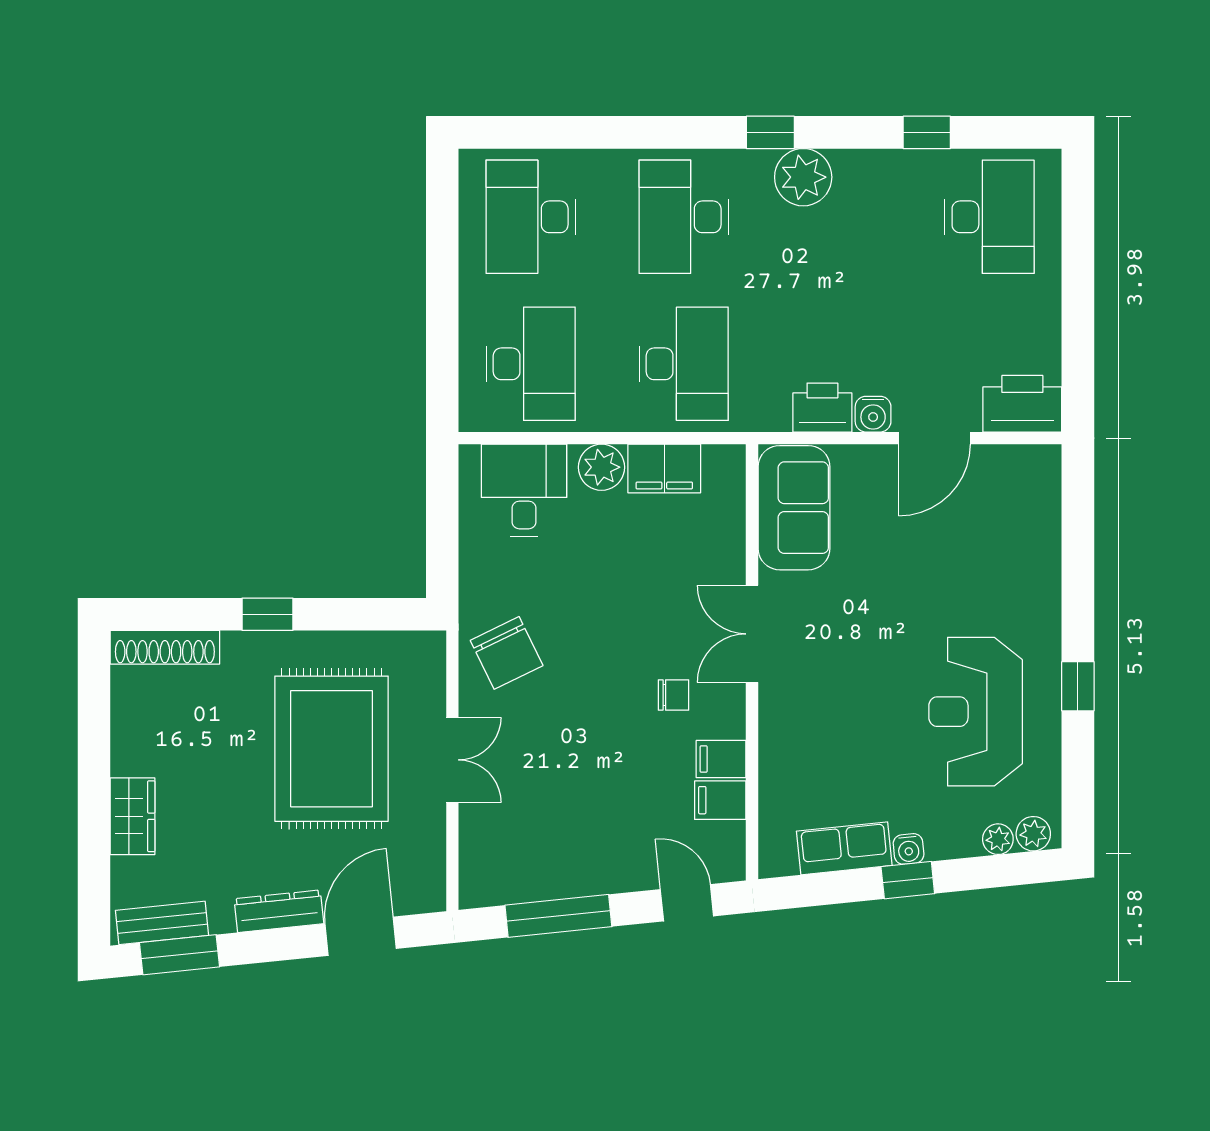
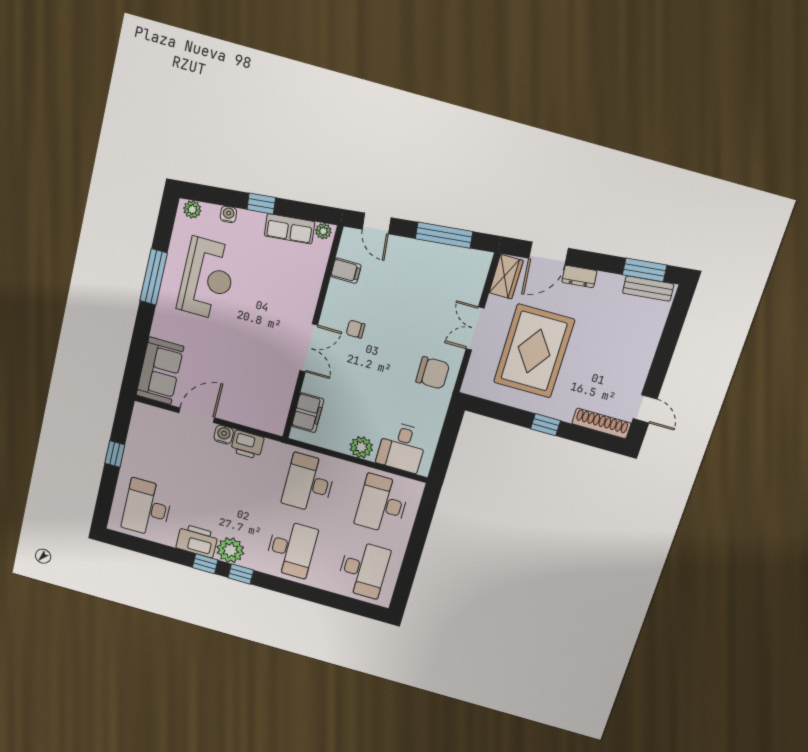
window: (927, 132) -> (205, 564), moved
window: (1078, 311) -> (115, 454), added
printer: (1022, 404) -> (197, 541), moved, turned 180
filing cabinet: (664, 468) -> (308, 413), moved, turned 90
sofa: (794, 508) -> (160, 371), moved, turned 180
chair: (507, 653) -> (433, 373), turned 116
window: (1078, 686) -> (154, 277), width x2.17
door: (94, 699) -> (645, 409), added
filing cabinet: (721, 759) -> (340, 291), removed
wardrobe: (133, 816) -> (506, 277), moved, turned 180
plant: (998, 839) -> (323, 231), moved
water cooler: (909, 849) -> (228, 214), moved
dresser: (279, 911) -> (579, 276), width x0.70

